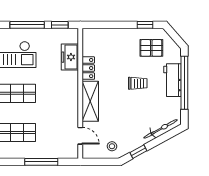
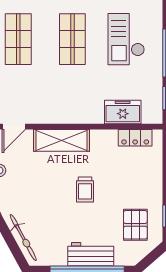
locker: (88, 68) -> (135, 138), moved
trolley: (138, 83) -> (85, 190), moved

